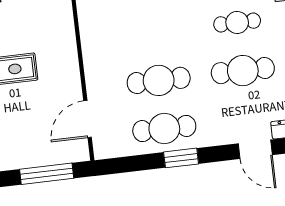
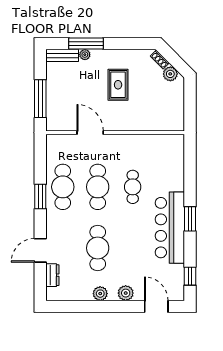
cafe table: (237, 22) -> (133, 187), moved
door: (88, 119) -> (90, 133), moved

